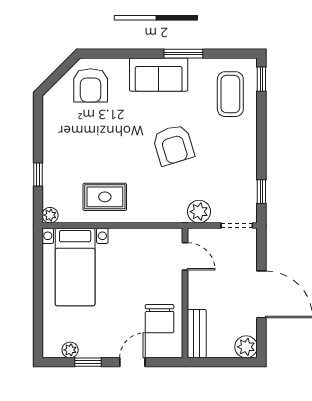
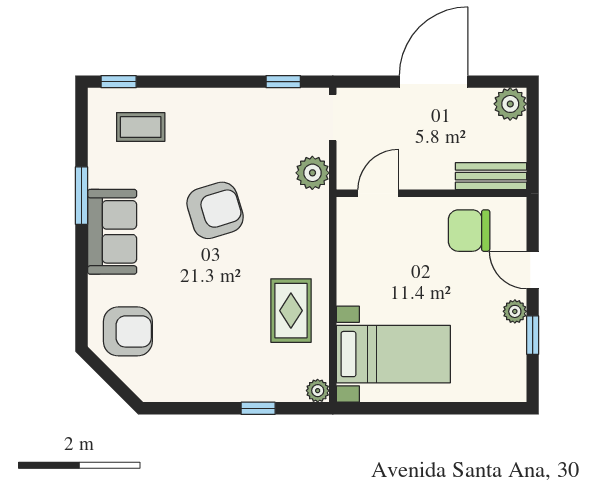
coffee table: (230, 94) -> (141, 127), width x0.73, depth x0.77
chair: (160, 319) -> (469, 231), turned 180
plant: (70, 350) -> (515, 311), moved

